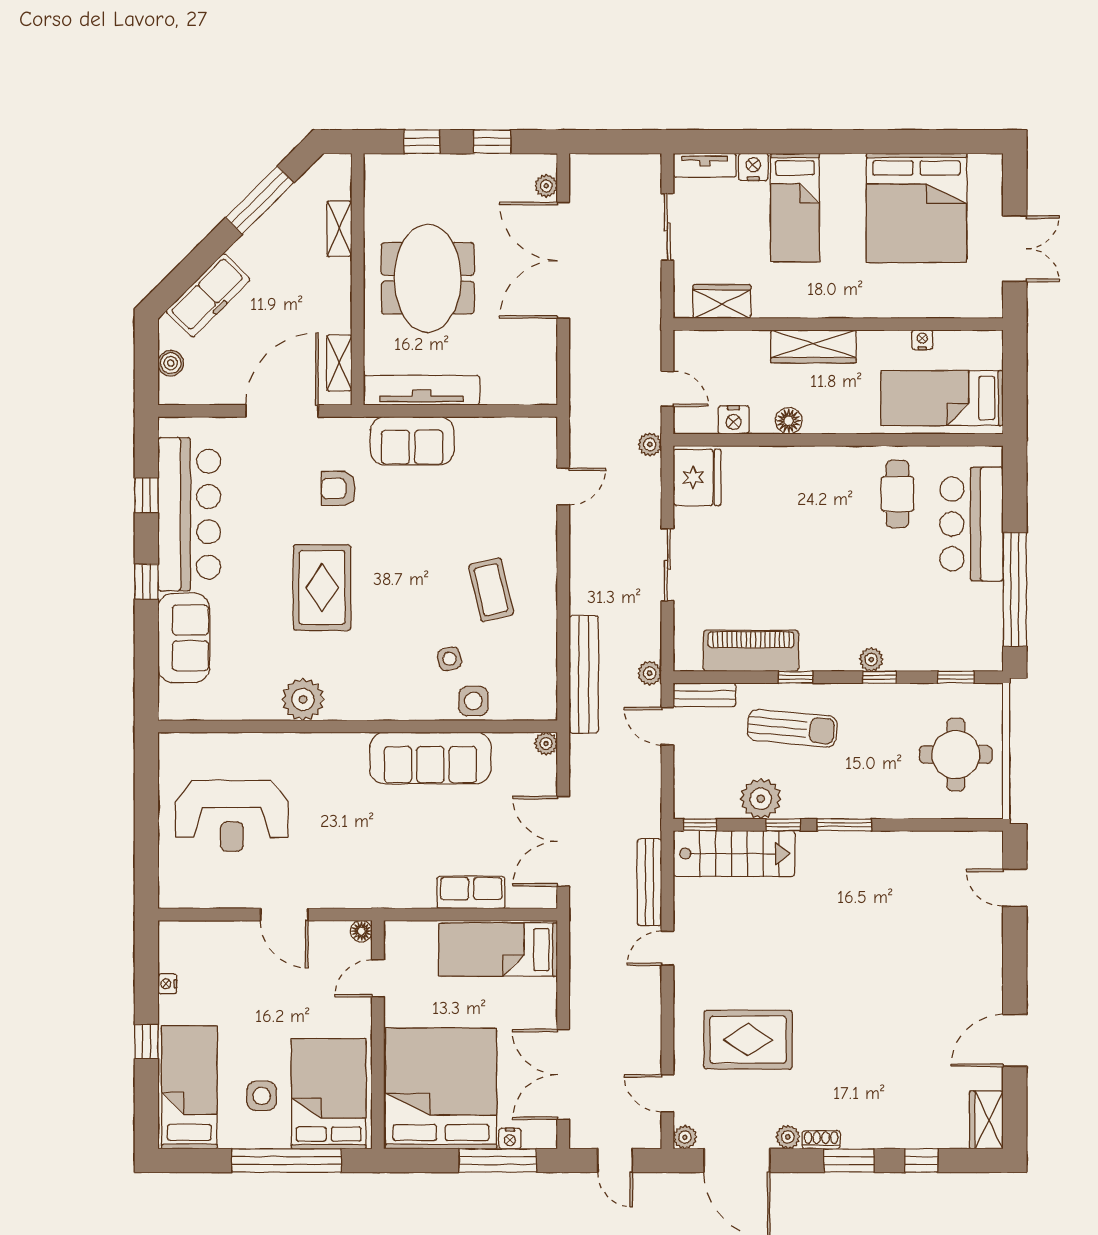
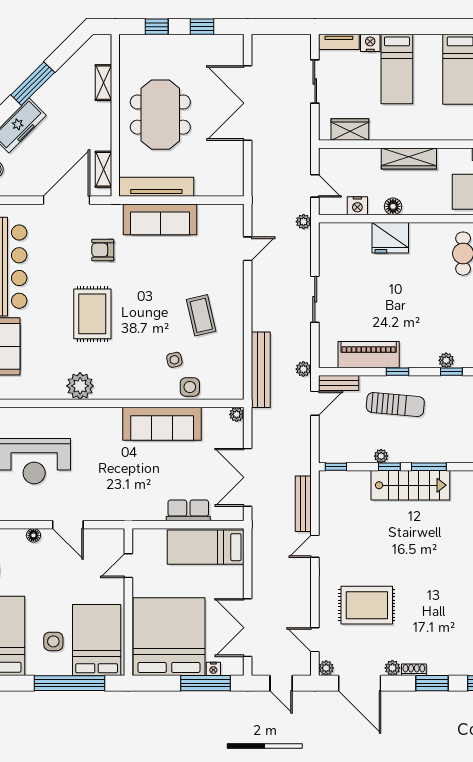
plant: (546, 186) -> (237, 55), removed
window: (260, 200) -> (33, 84), moved
sofa: (412, 441) -> (160, 219), width x1.36
fridge: (697, 477) -> (390, 238), moved, turned 90
door: (667, 726) -> (315, 403), swing flipped
plant: (761, 799) -> (381, 456), width x0.53, depth x0.53
stairs: (734, 854) -> (410, 485), moved
floor lamp: (361, 931) -> (33, 535), moved

